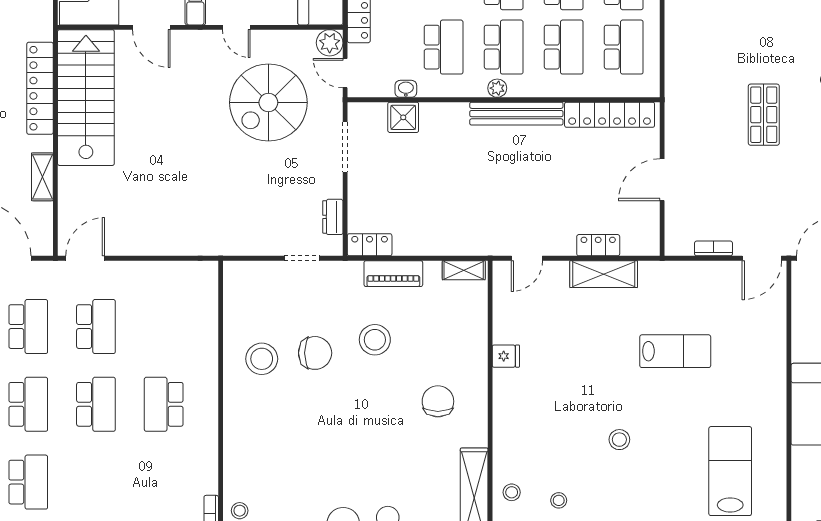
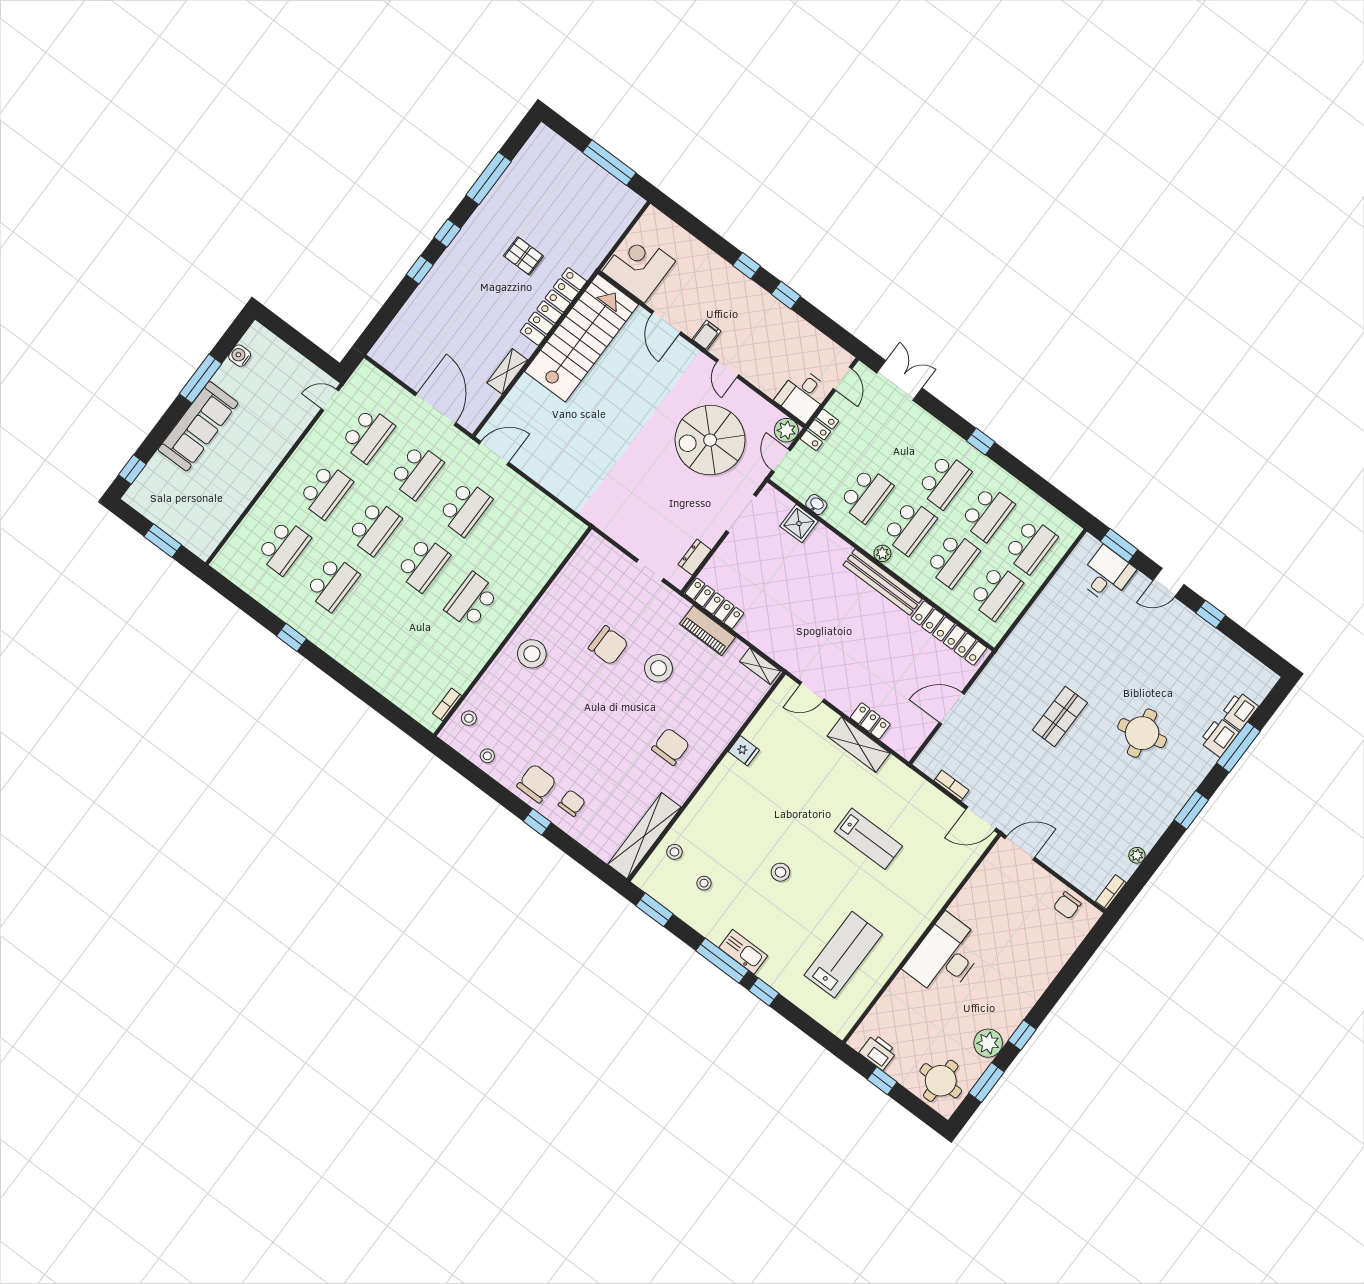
locker: (370, 245) -> (714, 603), width x1.53
stool: (262, 359) -> (532, 654), moved

